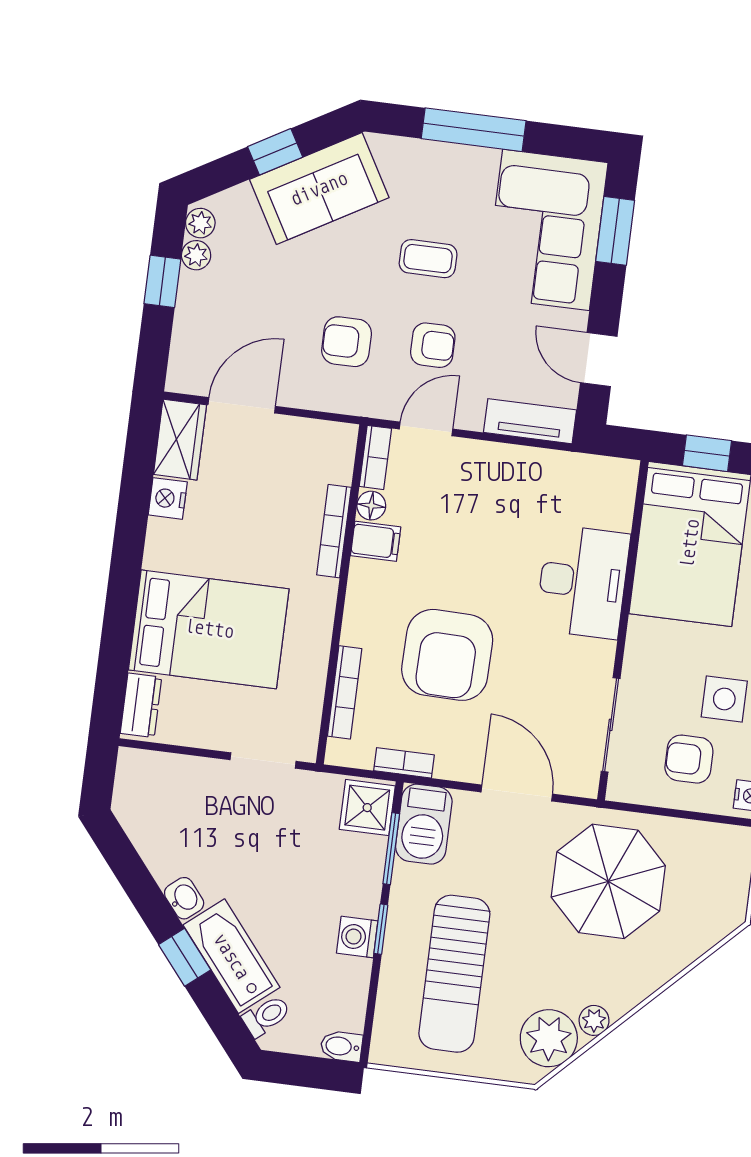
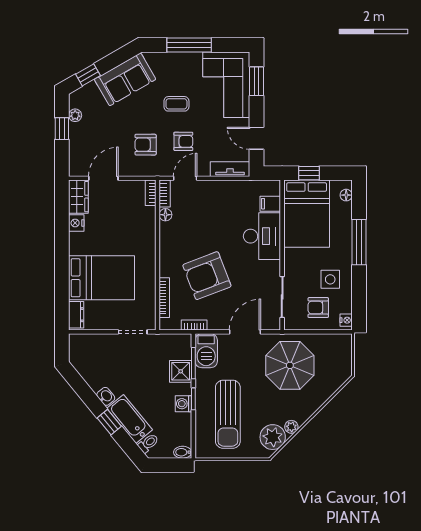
window: (275, 152) -> (88, 75), moved
plant: (200, 223) -> (75, 101), removed
bookcase: (334, 531) -> (151, 193), moved, width x0.64
filing cabinet: (376, 541) -> (270, 204), moved, turned 180
armchair: (447, 655) -> (207, 276), turned 68
door: (517, 793) -> (245, 332), hinge flipped
shower: (367, 808) -> (181, 371), moved

